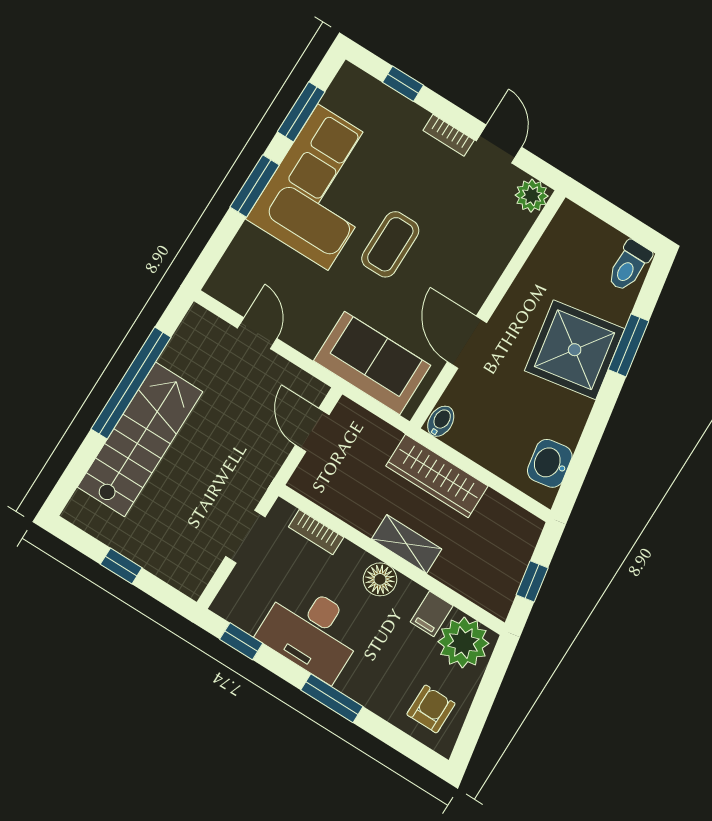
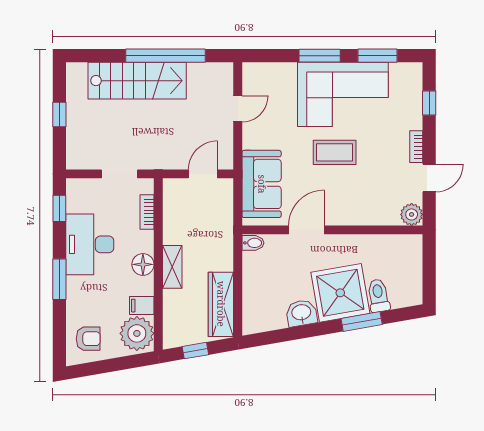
toilet: (629, 266) -> (378, 296), moved, turned 80
washbasin: (550, 463) -> (301, 313), moved
wardrobe: (437, 476) -> (221, 304), moved

